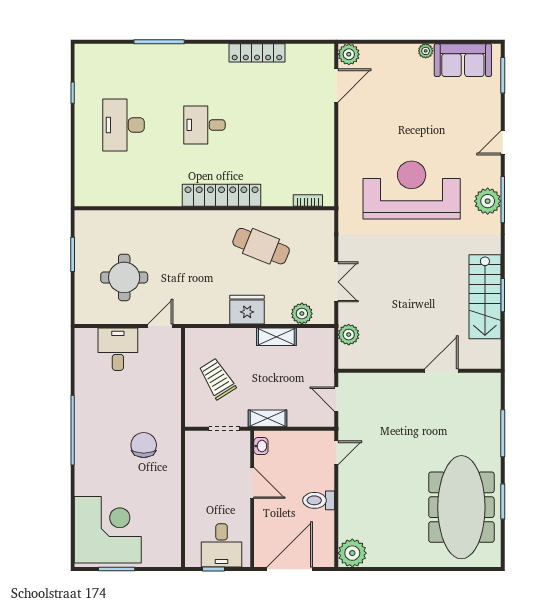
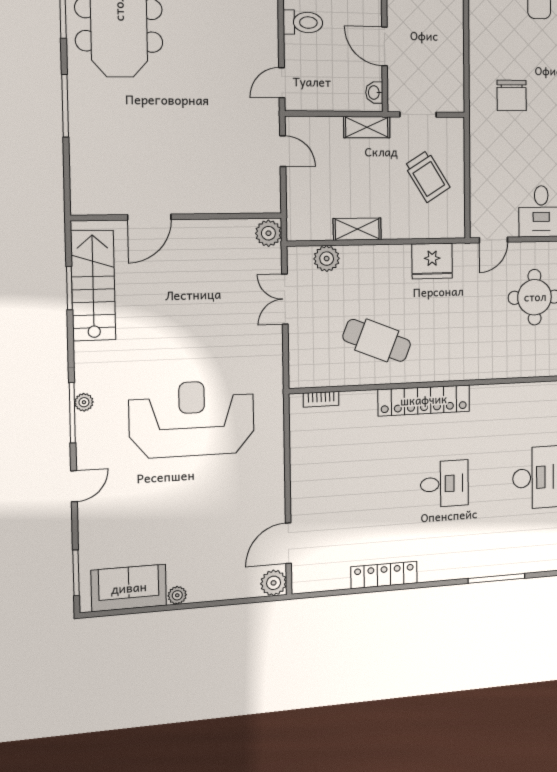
reception desk: (412, 190) -> (192, 419), turned 180
plant: (488, 201) -> (84, 402), width x0.53, depth x0.53
fridge: (247, 310) -> (432, 261), moved
wall: (419, 371) -> (178, 217), moved
door: (441, 371) -> (149, 217), moved

